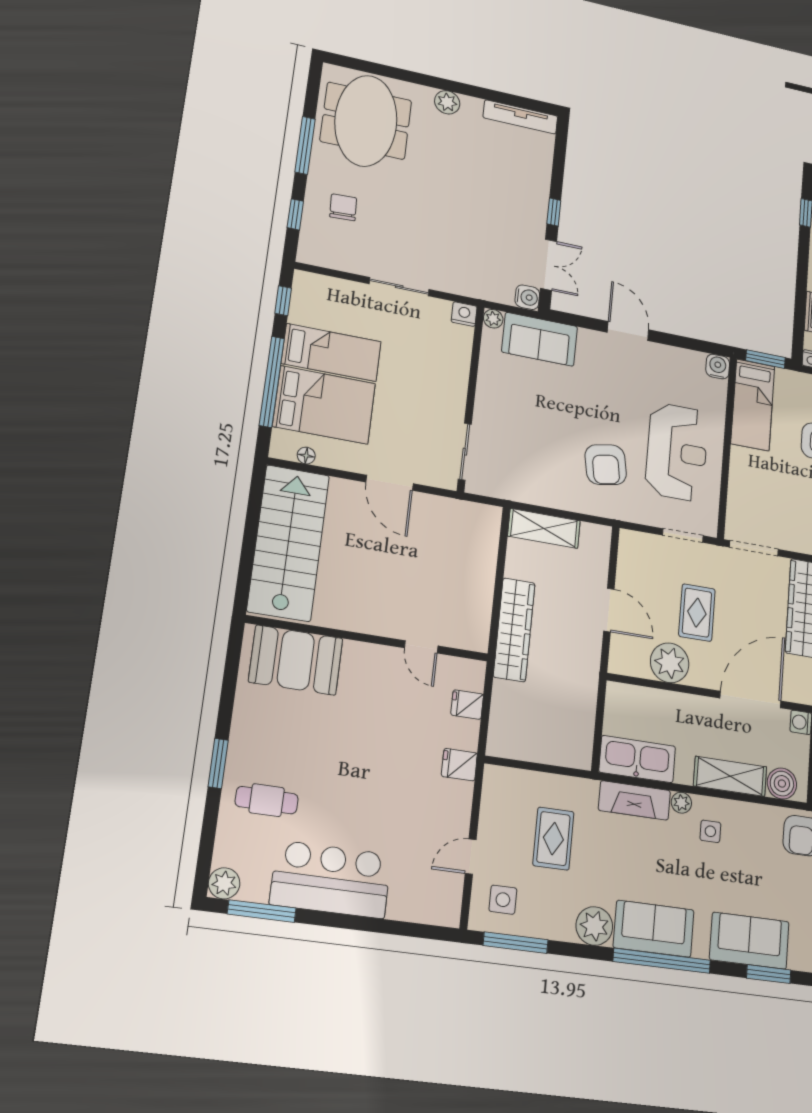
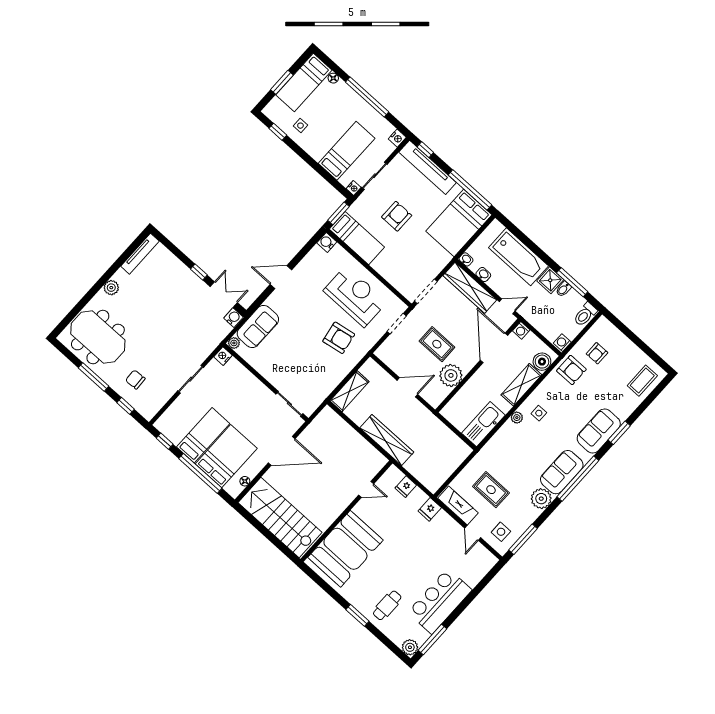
door: (390, 483) -> (282, 451), width x1.36
booth: (296, 660) -> (345, 549), width x1.36, depth x1.42
fireplace: (634, 800) -> (458, 506), moved, turned -90

